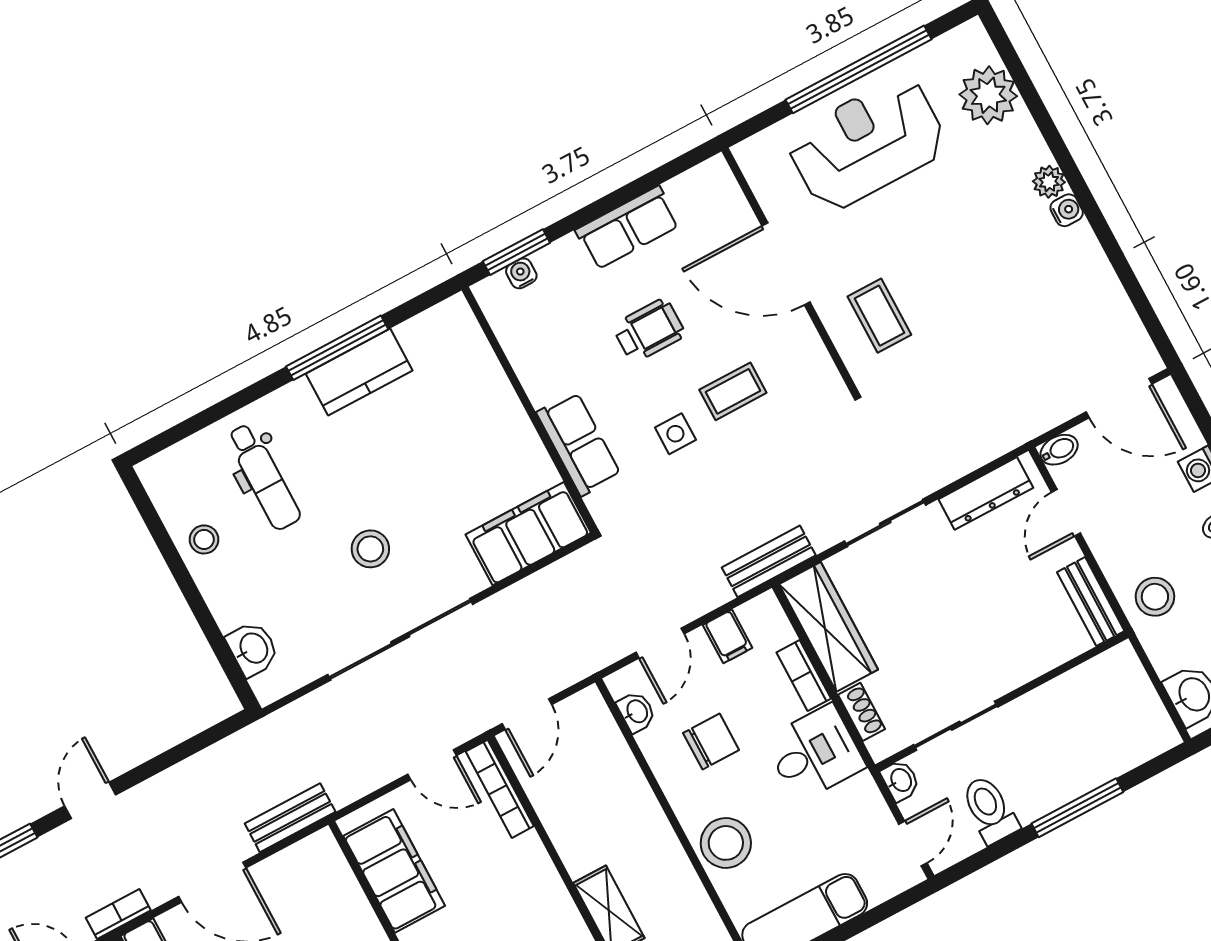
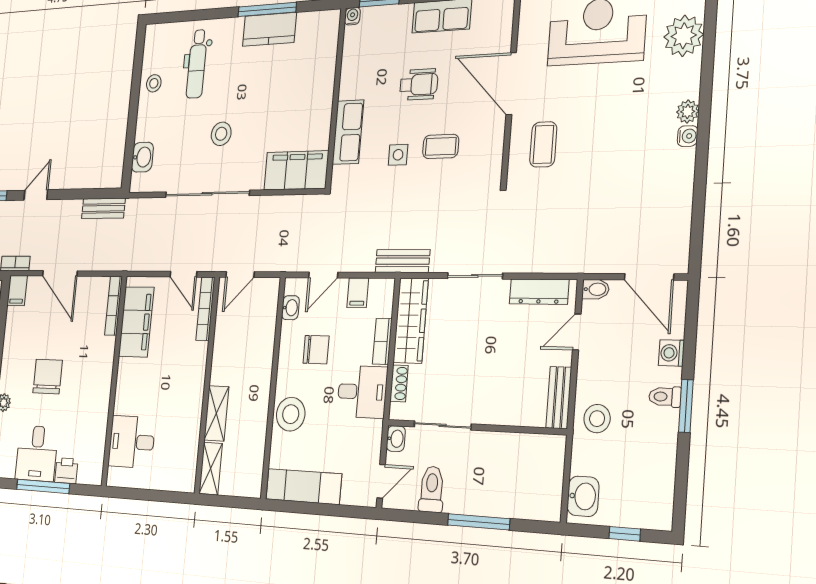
water cooler: (521, 273) -> (352, 16), moved
bench: (290, 818) -> (103, 208), moved
bookcase: (340, 872) -> (114, 306), added

